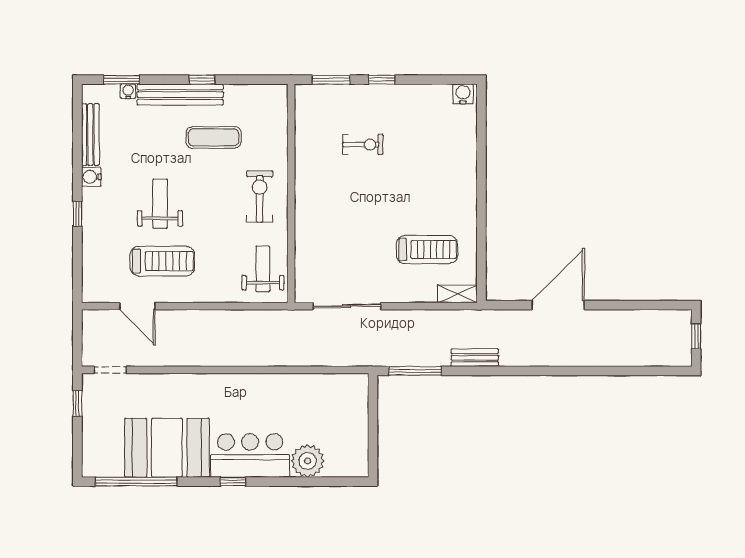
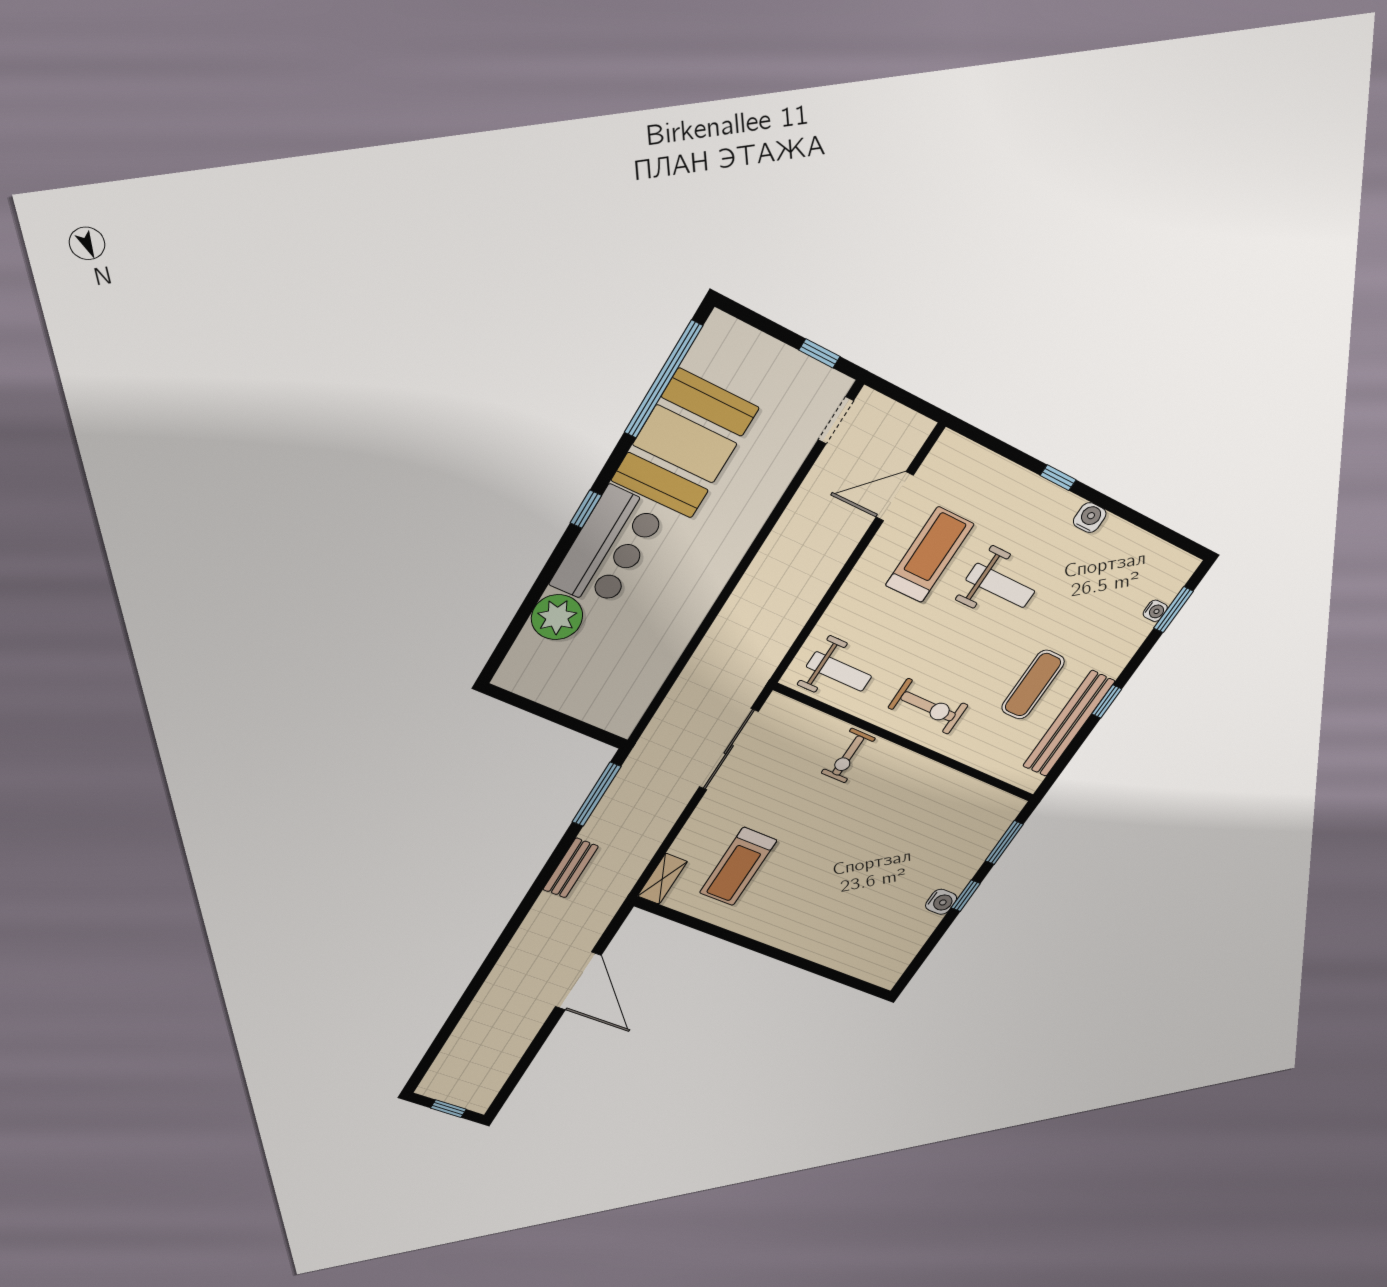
water cooler: (463, 94) -> (941, 902), moved
bench: (180, 95) -> (1069, 724), moved
bench: (90, 135) -> (1139, 541), removed
exercise bike: (363, 145) -> (848, 756), moved
treadmill: (162, 261) -> (930, 555), turned 180

